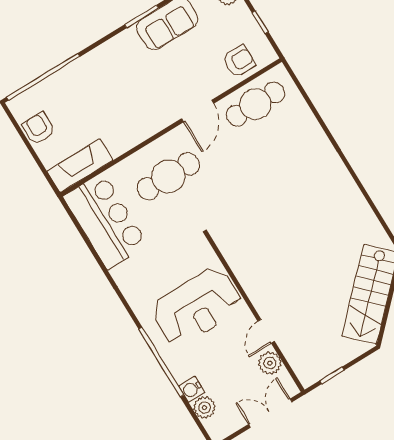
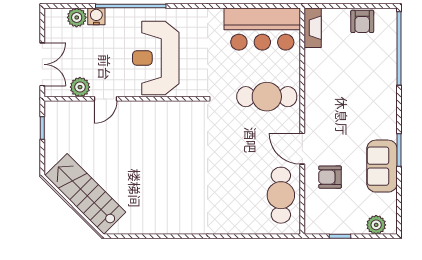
armchair: (239, 61) -> (330, 177), moved, turned 90
armchair: (39, 129) -> (362, 21), turned 90
fireplace: (80, 166) -> (313, 28), width x0.73, depth x0.76
cafe table: (168, 176) -> (267, 97), turned 90
door: (266, 331) -> (106, 99), swing flipped

